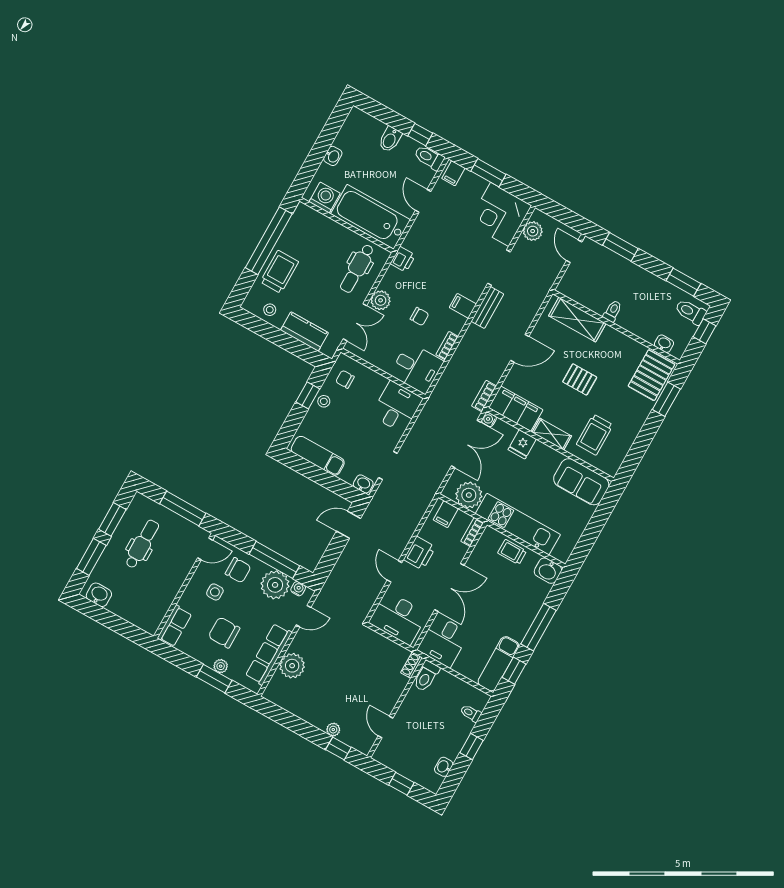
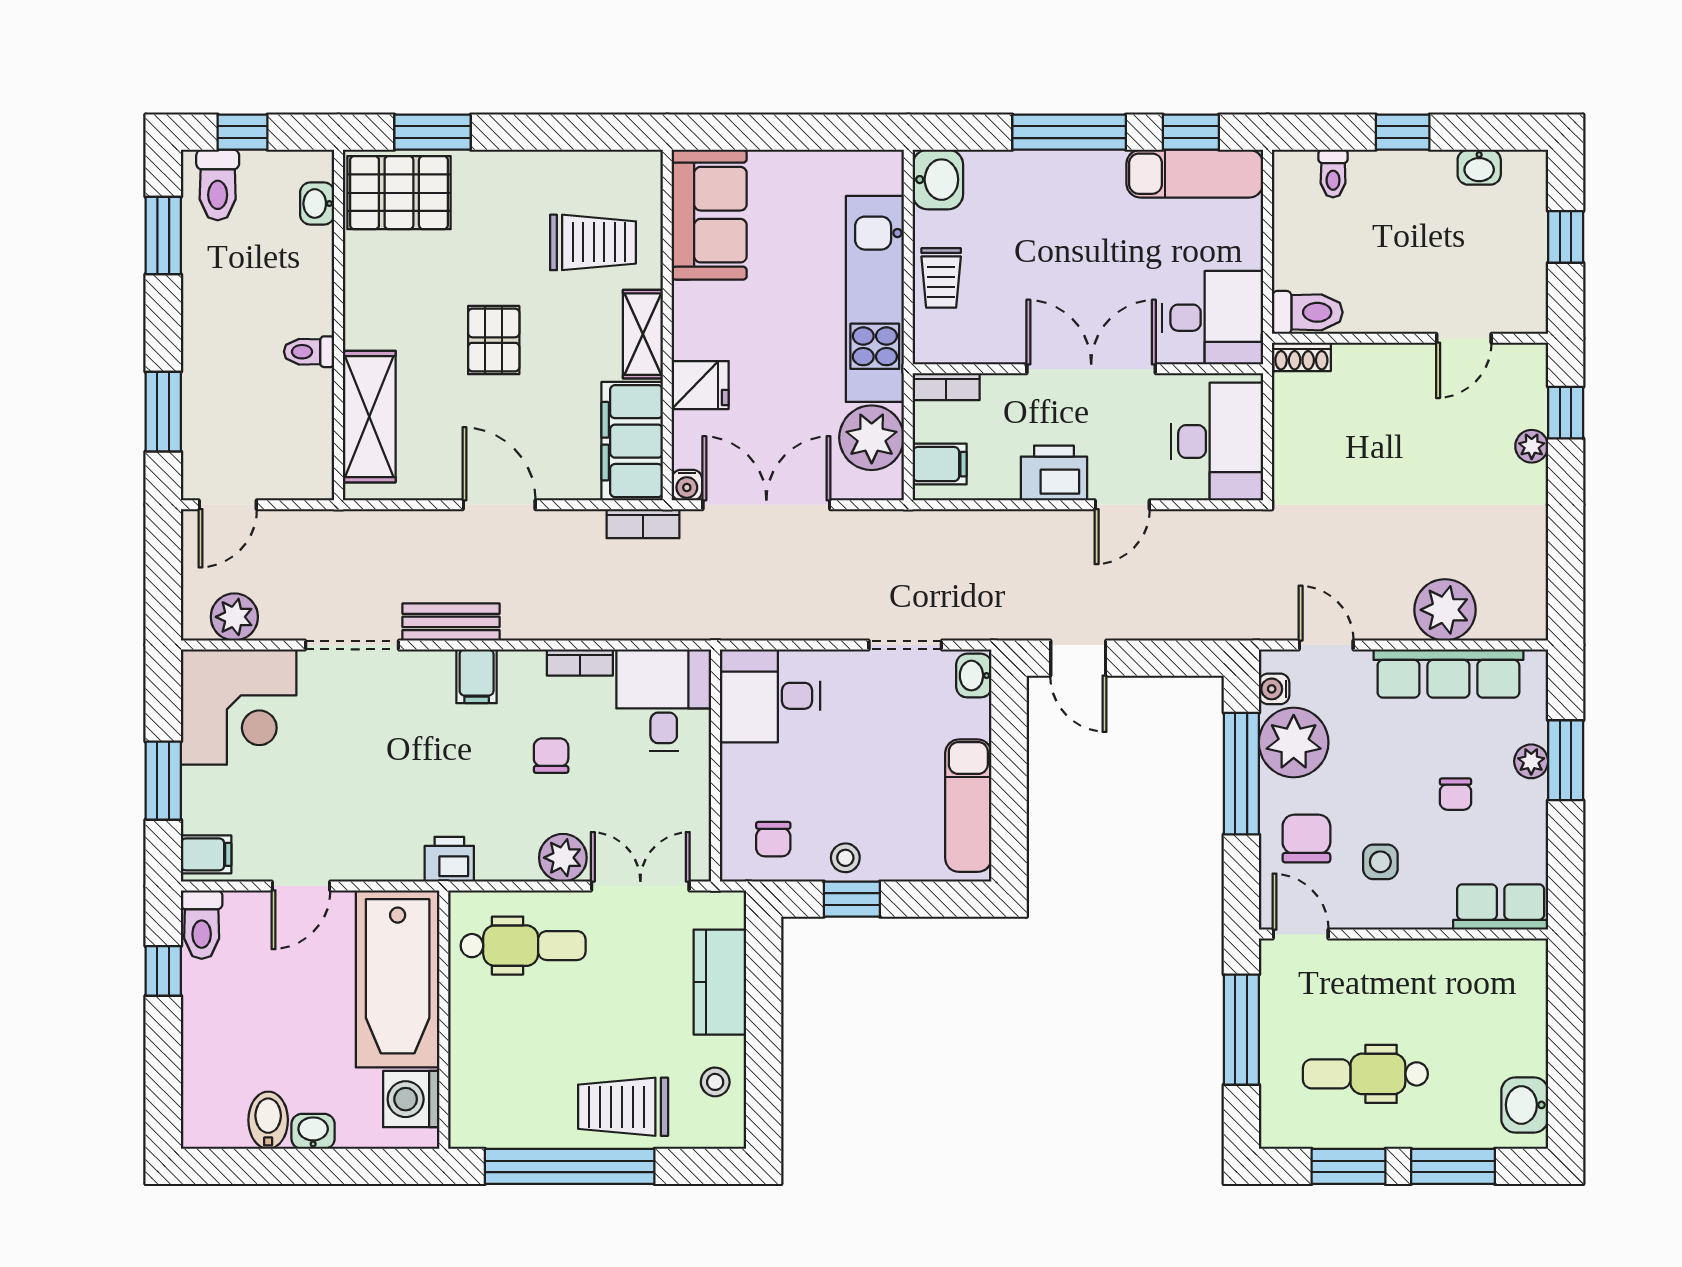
bidet: (390, 139) -> (268, 1120), moved, turned -90
chair: (224, 632) -> (1456, 794), width x0.54, depth x0.54

